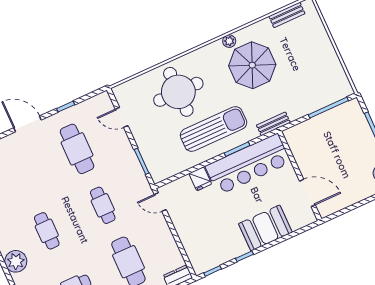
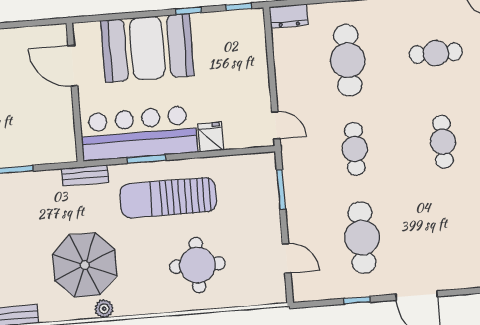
round table: (178, 92) -> (197, 265), width x0.73, depth x0.73
booth: (265, 228) -> (147, 48), width x1.36, depth x1.42

